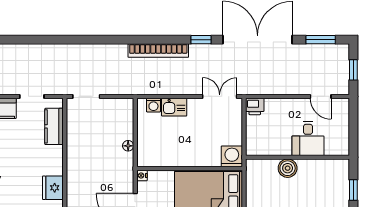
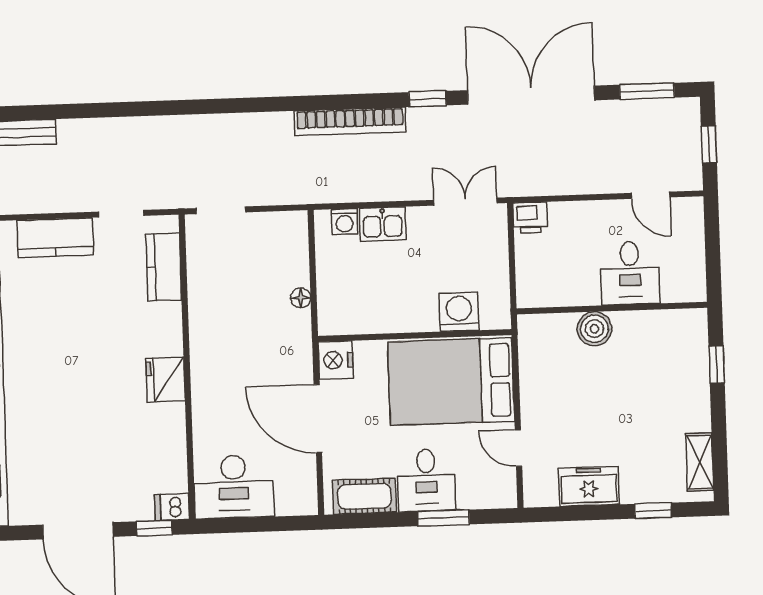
washing machine: (232, 156) -> (459, 312), moved
nightstand: (142, 175) -> (336, 360), width x1.89, depth x1.79

